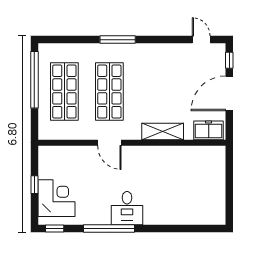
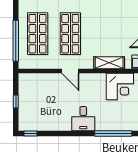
window: (34, 80) -> (16, 41), moved
corner desk: (57, 198) -> (120, 87), moved, turned 90
window: (109, 229) -> (113, 133), moved

